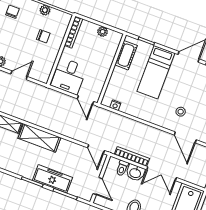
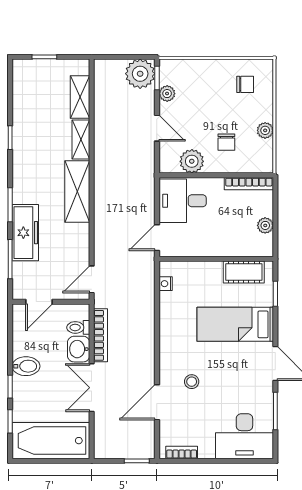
plant: (47, 62) -> (192, 161), added

